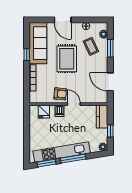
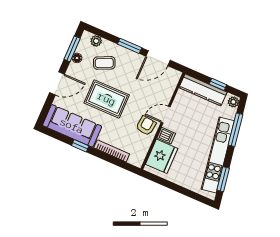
window: (91, 20) -> (72, 49), added
window: (110, 48) -> (130, 46), moved
fridge: (44, 112) -> (162, 156), width x1.88, depth x1.34
kitchen counter: (102, 117) -> (203, 90), width x1.50
window: (73, 159) -> (235, 130), moved

